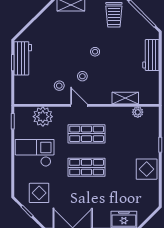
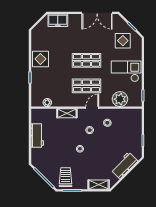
workbench: (151, 55) -> (37, 136), moved
workbench: (23, 58) -> (124, 165), moved, turned 45
shelving: (125, 98) -> (67, 113), moved
door: (79, 105) -> (92, 108), swing flipped
checkout: (35, 153) -> (126, 71), turned 180

